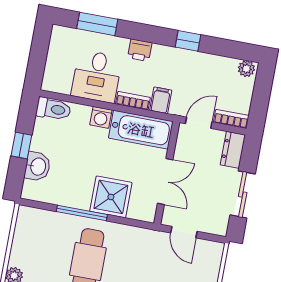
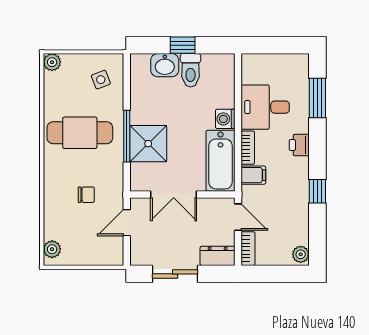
toilet: (53, 109) -> (191, 70), moved
window: (82, 213) -> (127, 136), moved
side table: (40, 231) -> (101, 80), added
chair: (149, 267) -> (86, 195), added

